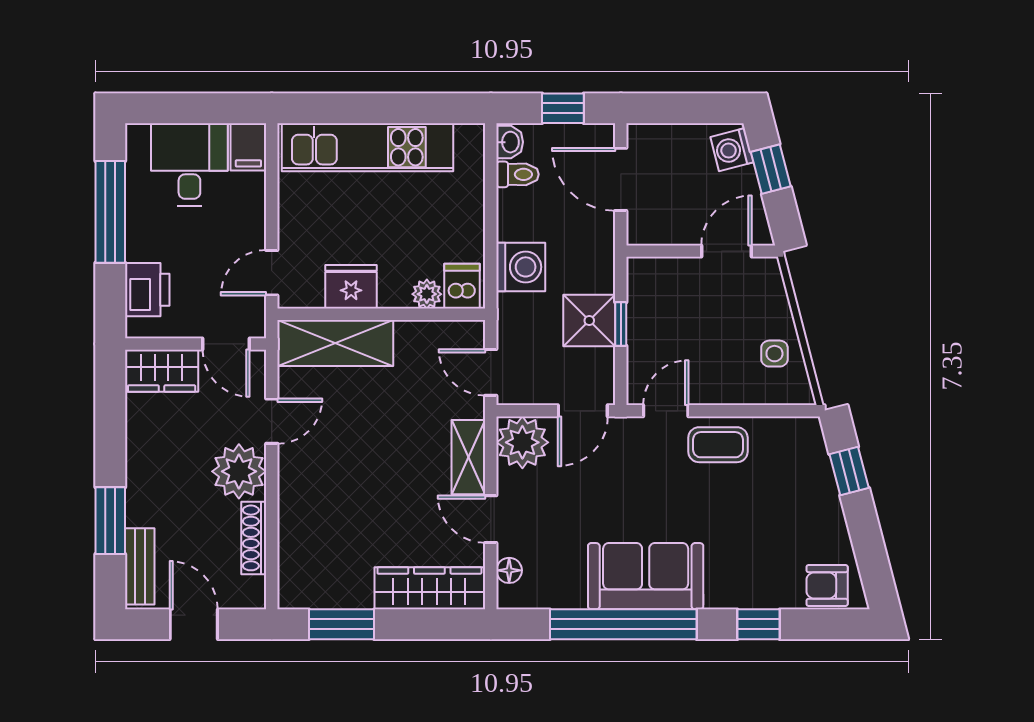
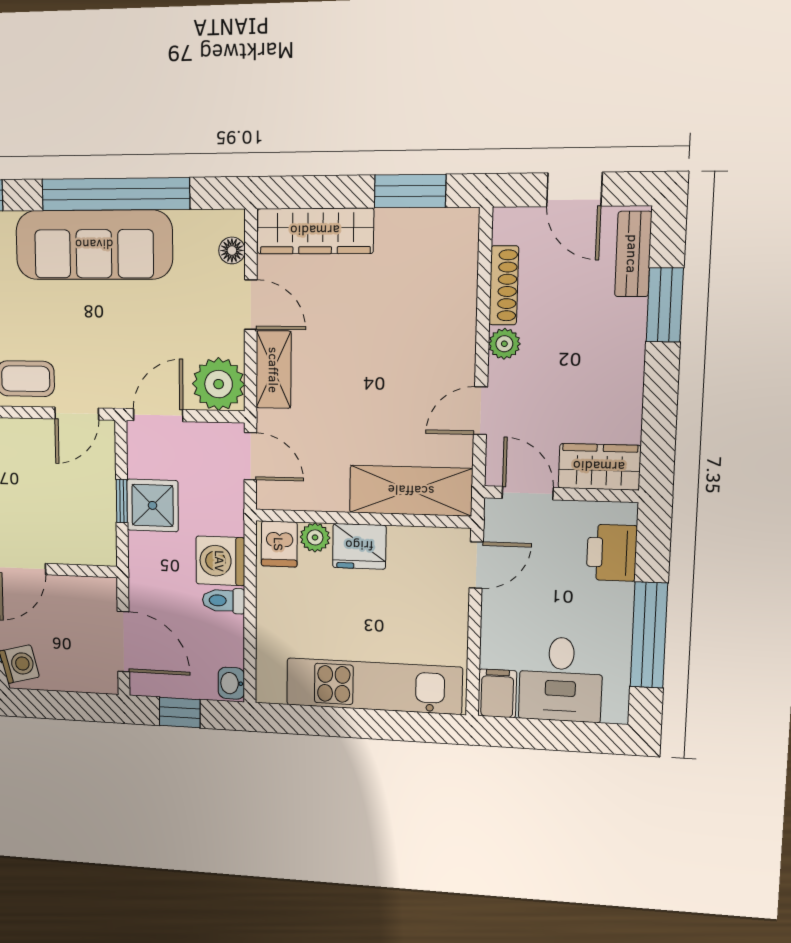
toilet: (518, 174) -> (224, 601), moved
fridge: (351, 287) -> (359, 546), moved
plant: (239, 471) -> (504, 344), width x0.53, depth x0.53
sofa: (646, 576) -> (94, 245), width x1.36

